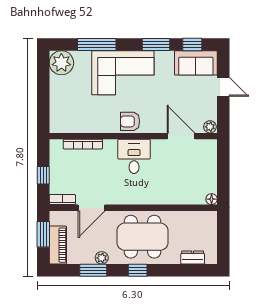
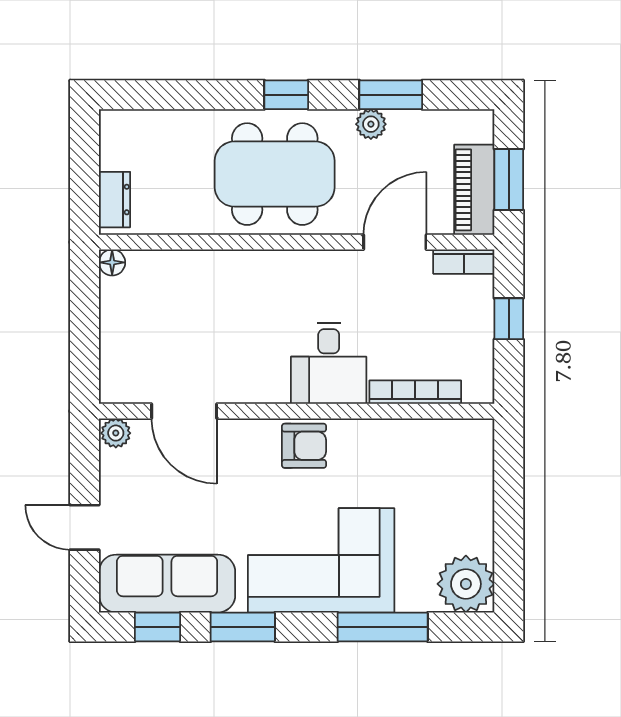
sofa: (196, 63) -> (167, 584), width x1.36
desk: (134, 156) -> (329, 363), moved
piano: (58, 245) -> (474, 190), moved
dresser: (193, 258) -> (115, 200), moved, turned -90

